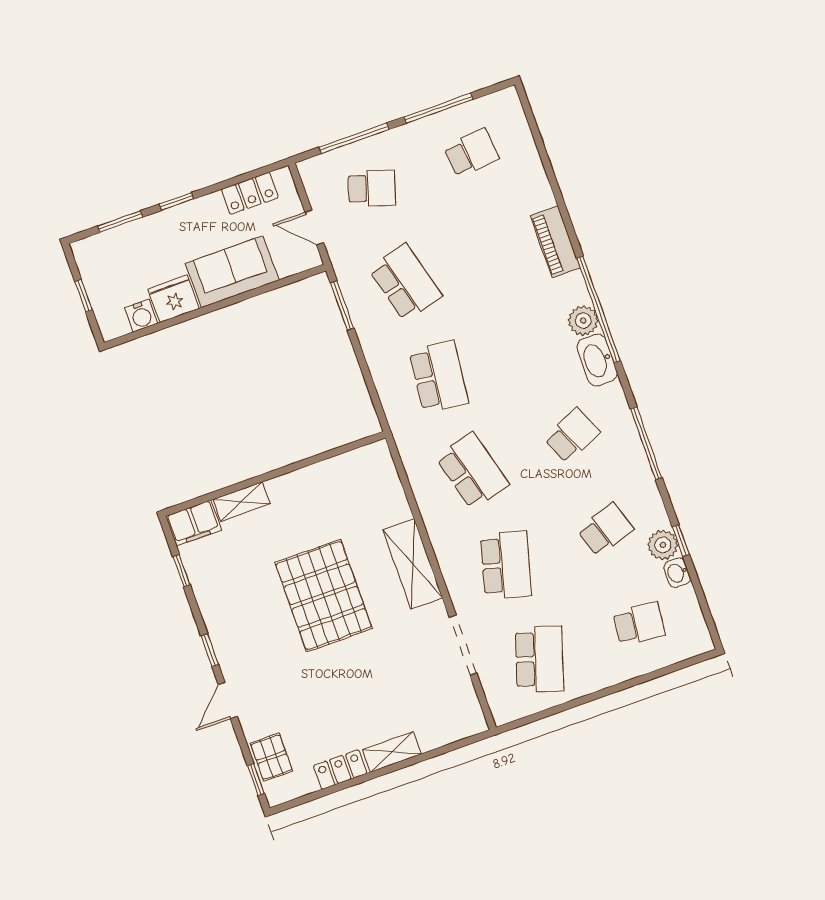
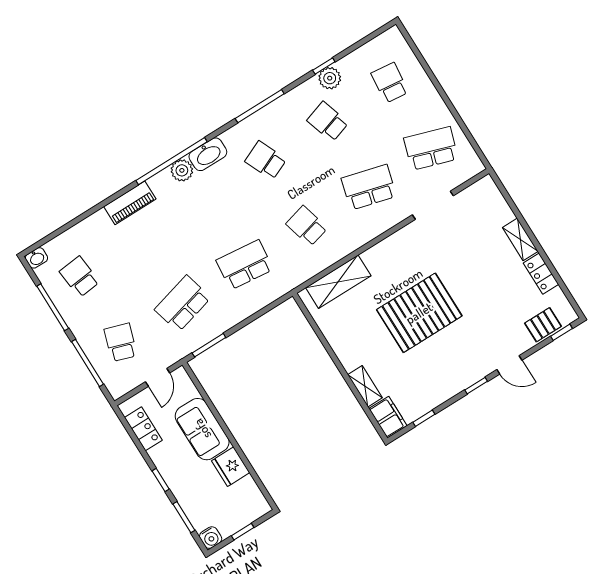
water cooler: (141, 316) -> (211, 538), moved, turned 90
school desk: (472, 471) -> (307, 226), width x0.54
shelving: (413, 564) -> (338, 282), moved
washbasin: (677, 573) -> (37, 258), moved

